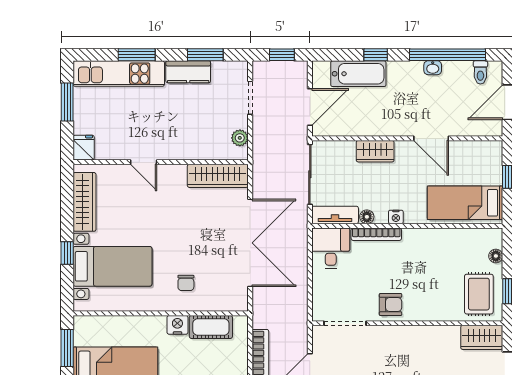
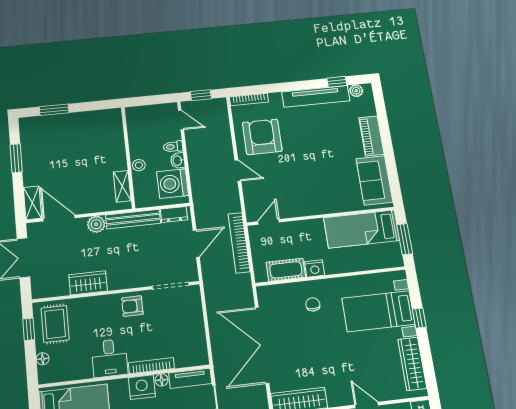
nightstand: (396, 217) -> (142, 387), width x1.89, depth x1.79
desk: (331, 248) -> (109, 358), moved
wardrobe: (482, 337) -> (88, 283), moved

